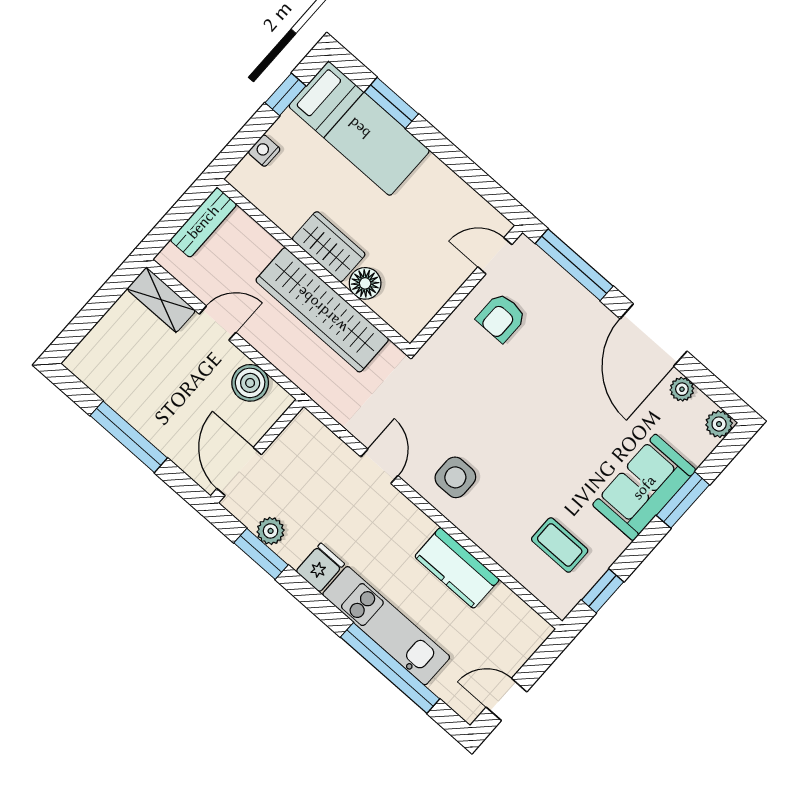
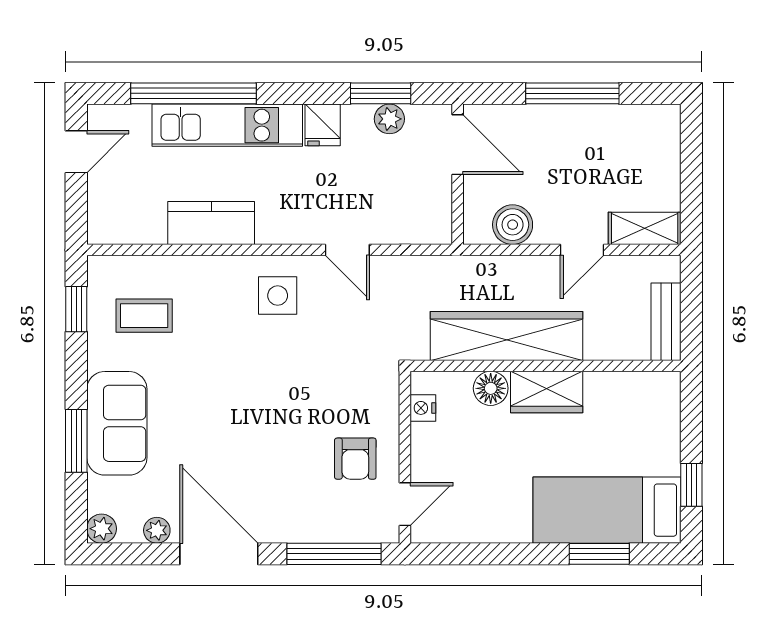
nightstand: (264, 151) -> (423, 408), moved, turned 180
armchair: (501, 317) -> (355, 459), turned 180

